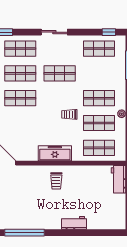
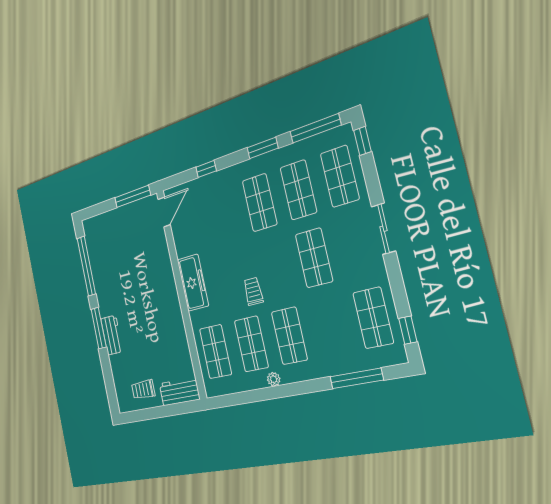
trolley: (56, 181) -> (143, 389), moved
window: (67, 233) -> (99, 328), added

